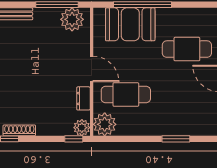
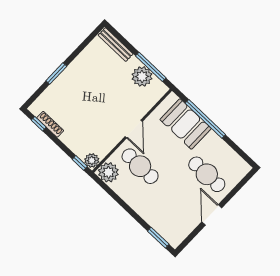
plant: (72, 19) -> (142, 76), moved
dresser: (83, 98) -> (111, 143), removed
window: (176, 139) -> (158, 238), moved

